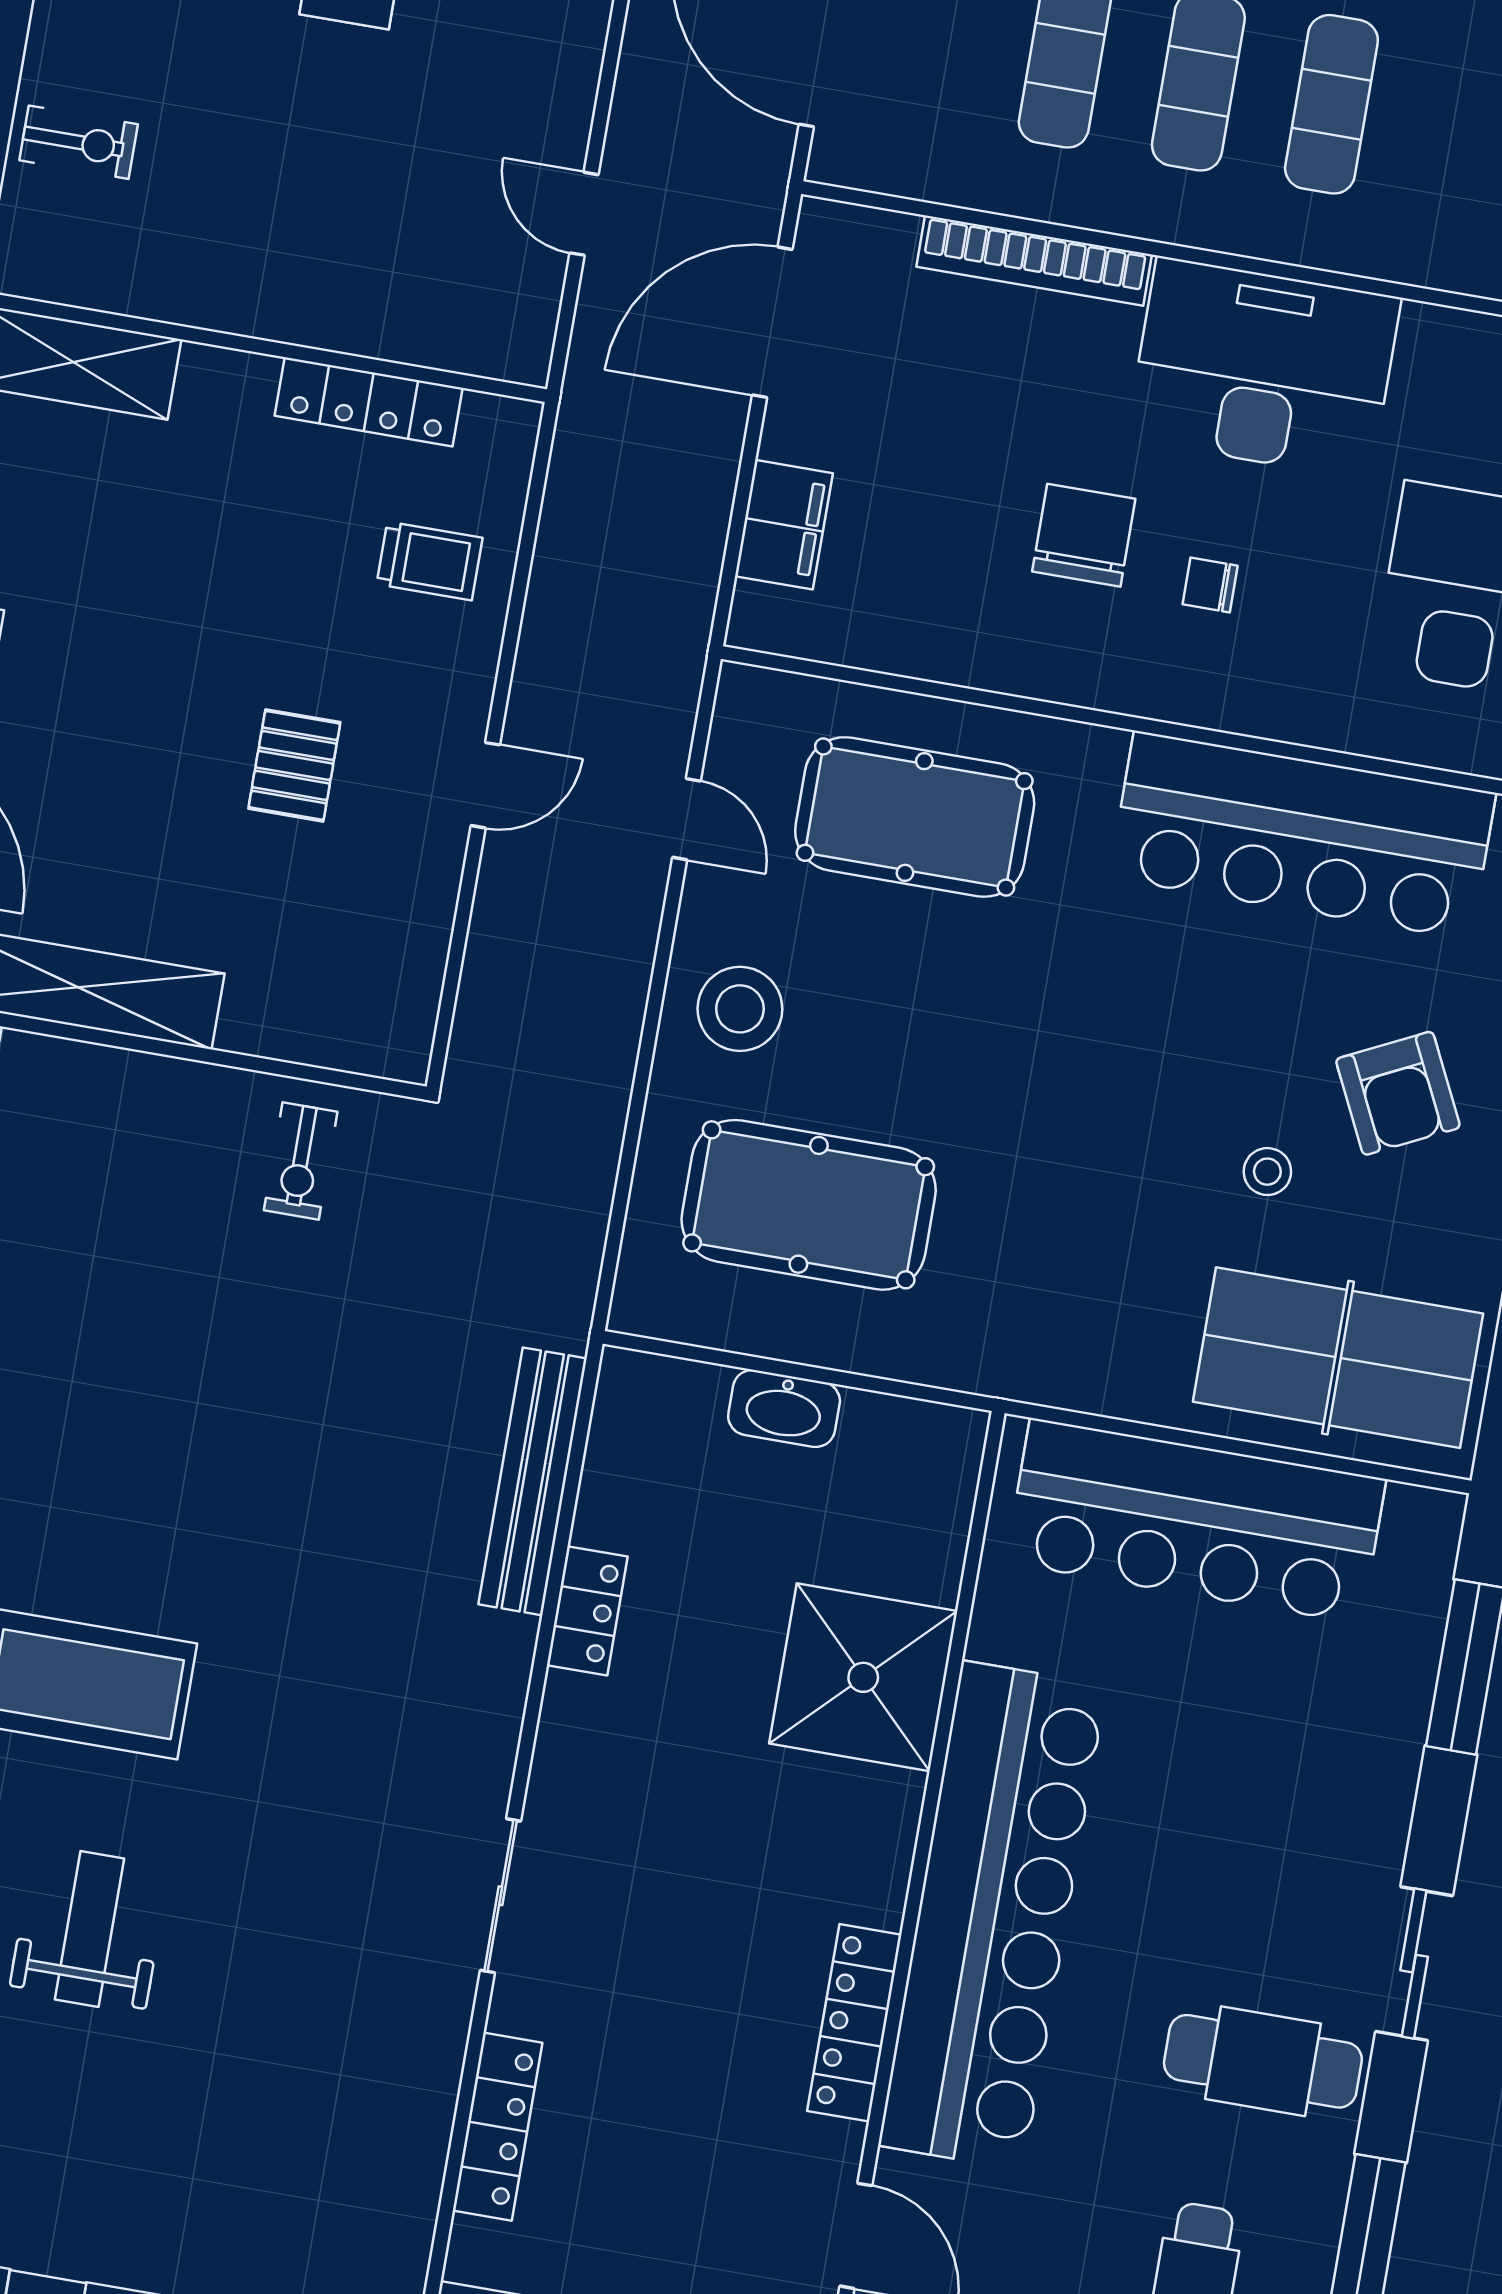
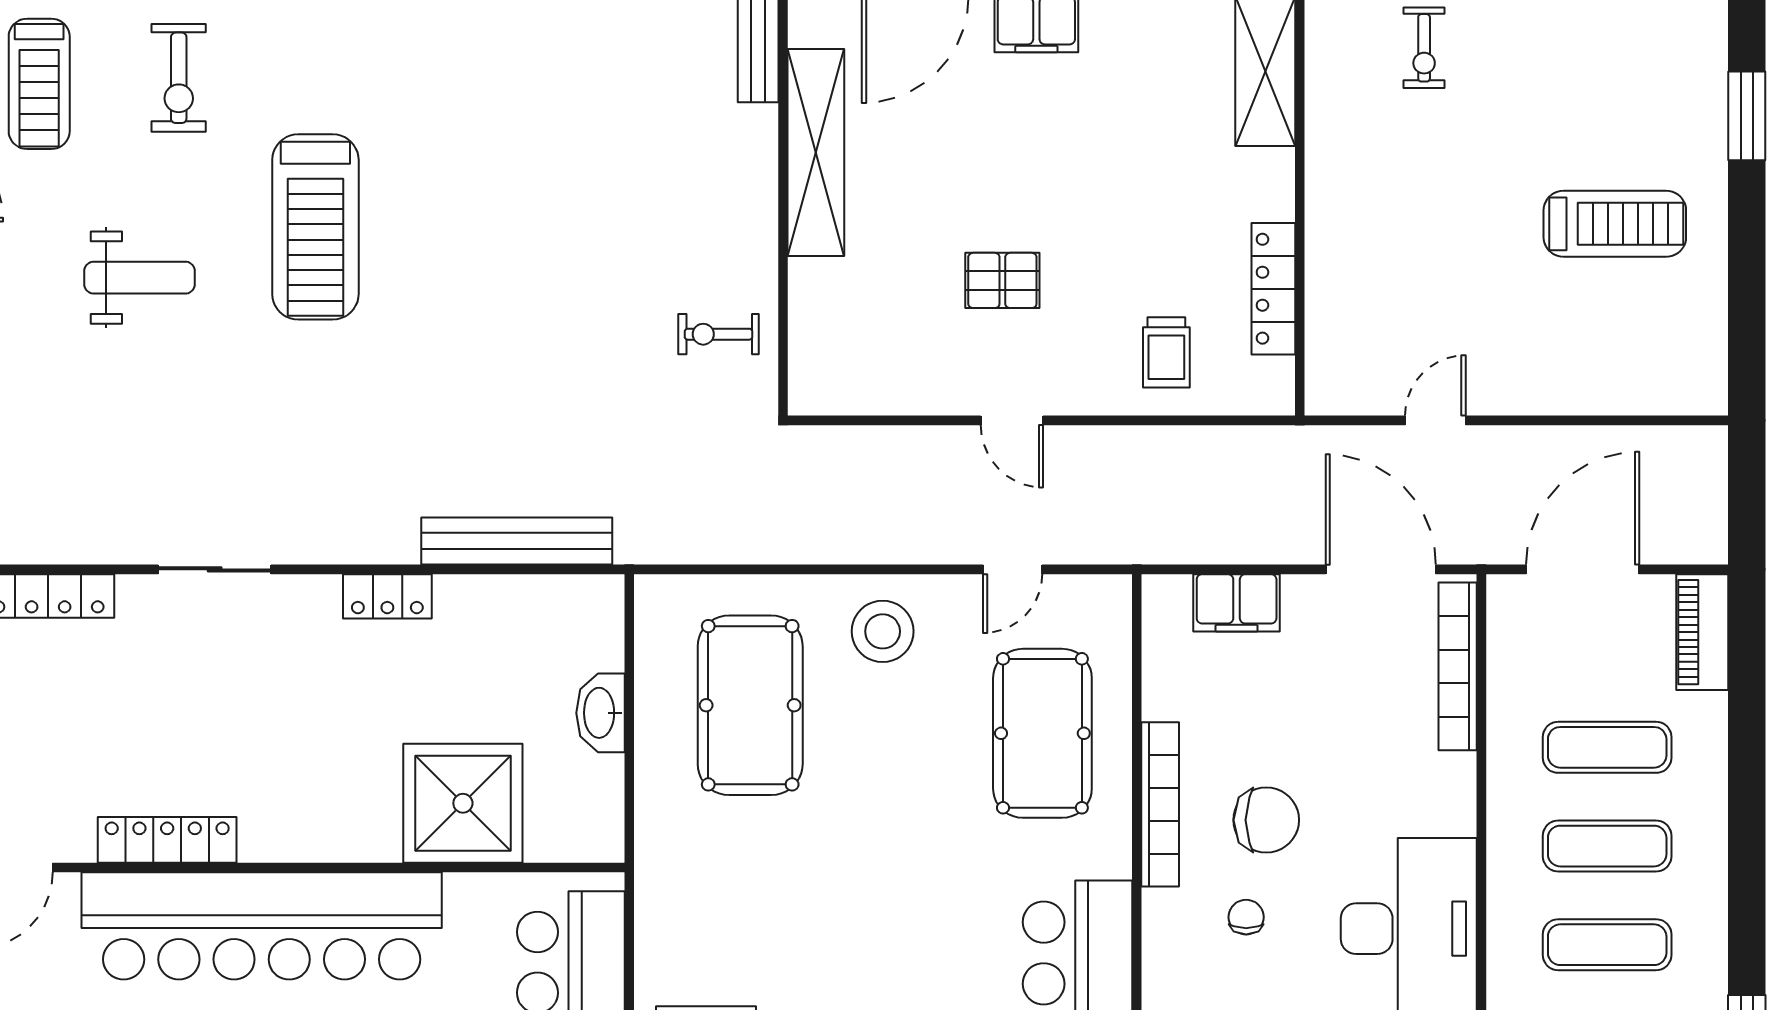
bookcase: (1034, 261) -> (1458, 666), moved
bookcase: (1038, 675) -> (1160, 804), added
locker: (587, 1611) -> (387, 596), moved
shower: (863, 1677) -> (463, 803), moved

